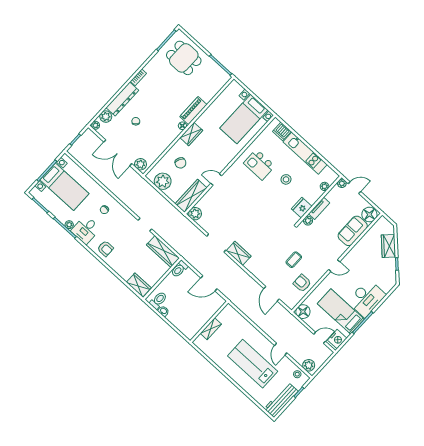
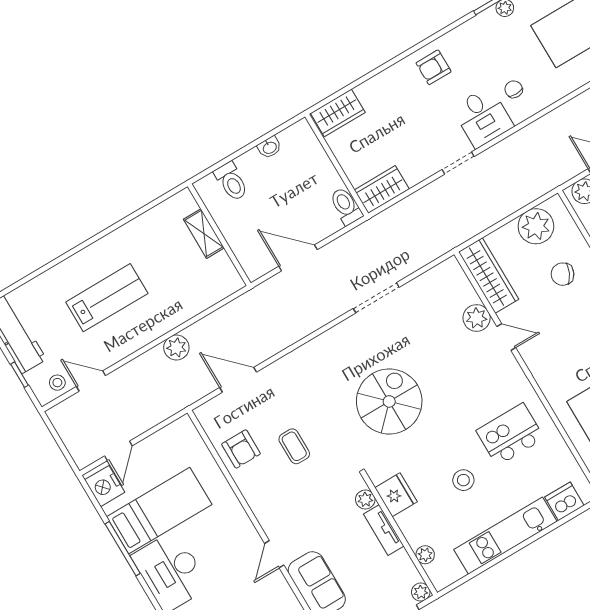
door: (216, 180) -> (506, 337), hinge flipped
plant: (195, 214) -> (477, 318), moved
spiral stairs: (261, 223) -> (389, 401), added
desk: (86, 230) -> (483, 117), moved, turned 180
wardrobe: (163, 251) -> (382, 189), width x0.67
wardrobe: (239, 253) -> (341, 337), removed
door: (334, 266) -> (274, 554), moved
door: (209, 283) -> (298, 258), hinge flipped
armchair: (302, 283) -> (241, 449), turned 90
toilet: (158, 300) -> (231, 182), moved
floor lamp: (303, 312) -> (182, 433), removed
door: (281, 349) -> (91, 381), moved
lab bench: (253, 364) -> (107, 298), width x0.73, depth x0.72
plant: (309, 365) -> (176, 348), moved

